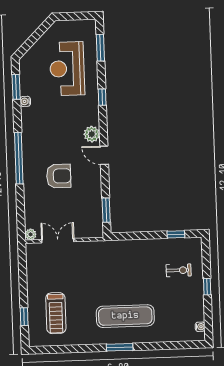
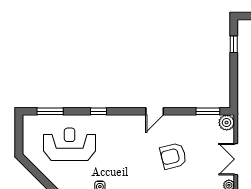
reception desk: (67, 69) -> (70, 144), turned 180
plant: (92, 134) -> (227, 123), moved
armchair: (59, 176) -> (173, 156), turned -104

